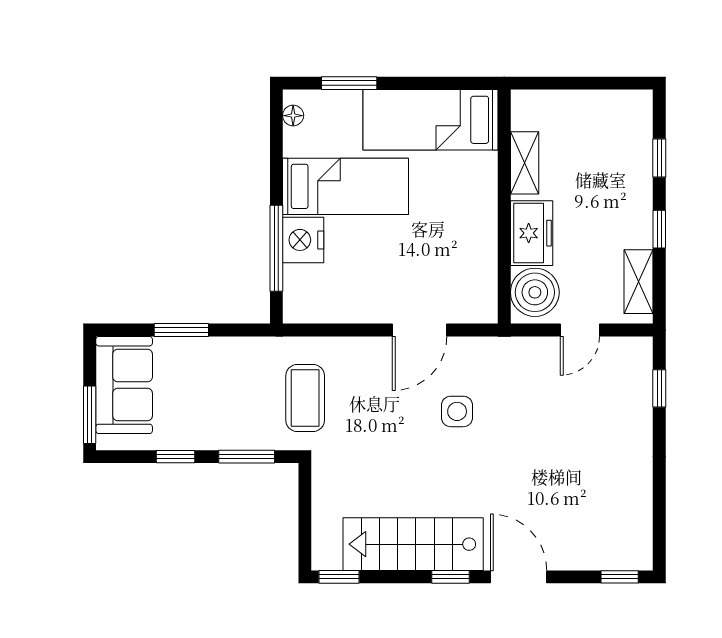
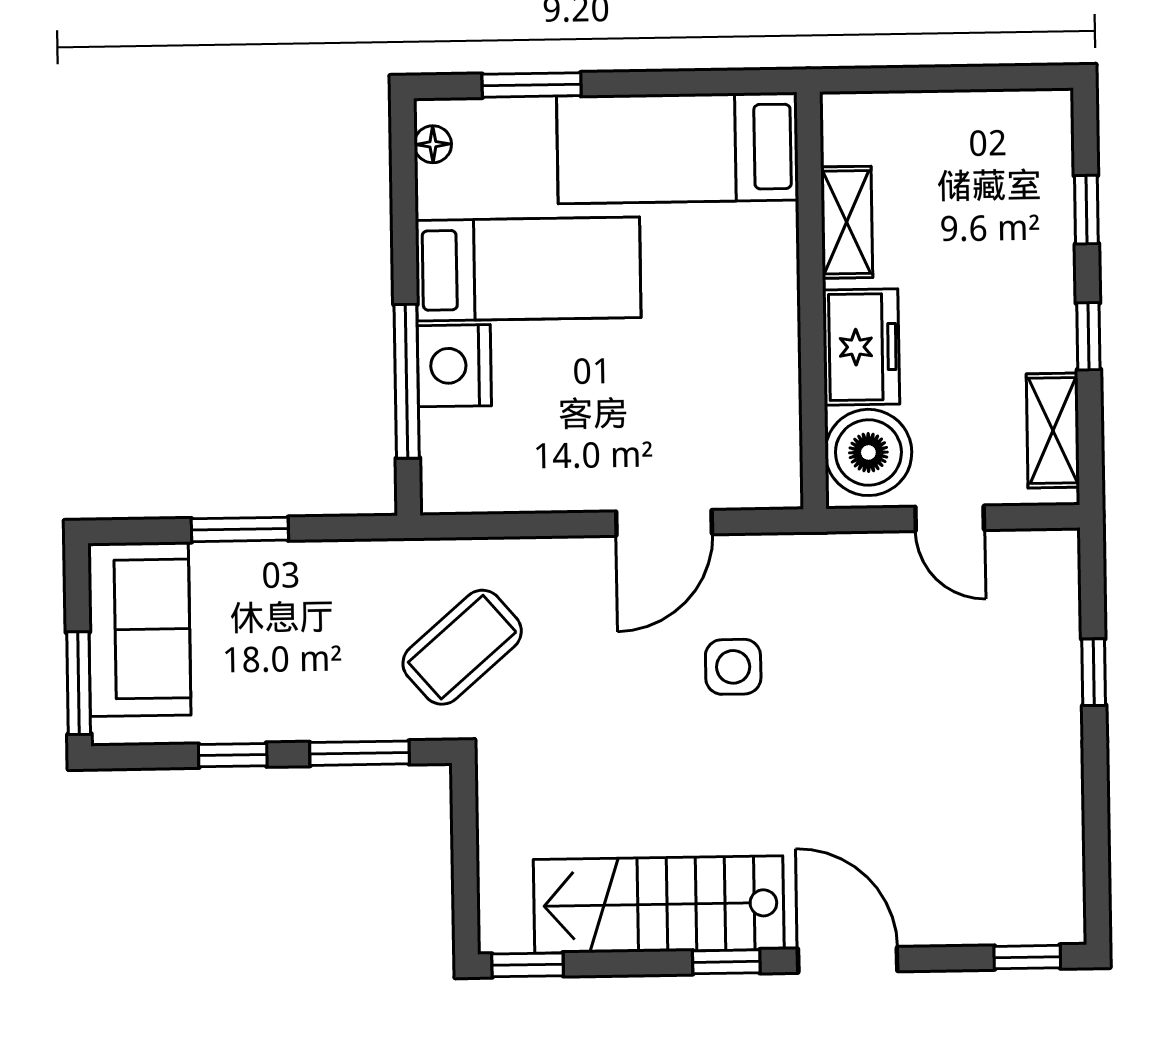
door: (580, 330) -> (950, 518), hinge flipped
window: (659, 388) -> (1094, 672), moved
coffee table: (305, 398) -> (462, 647), turned 49

